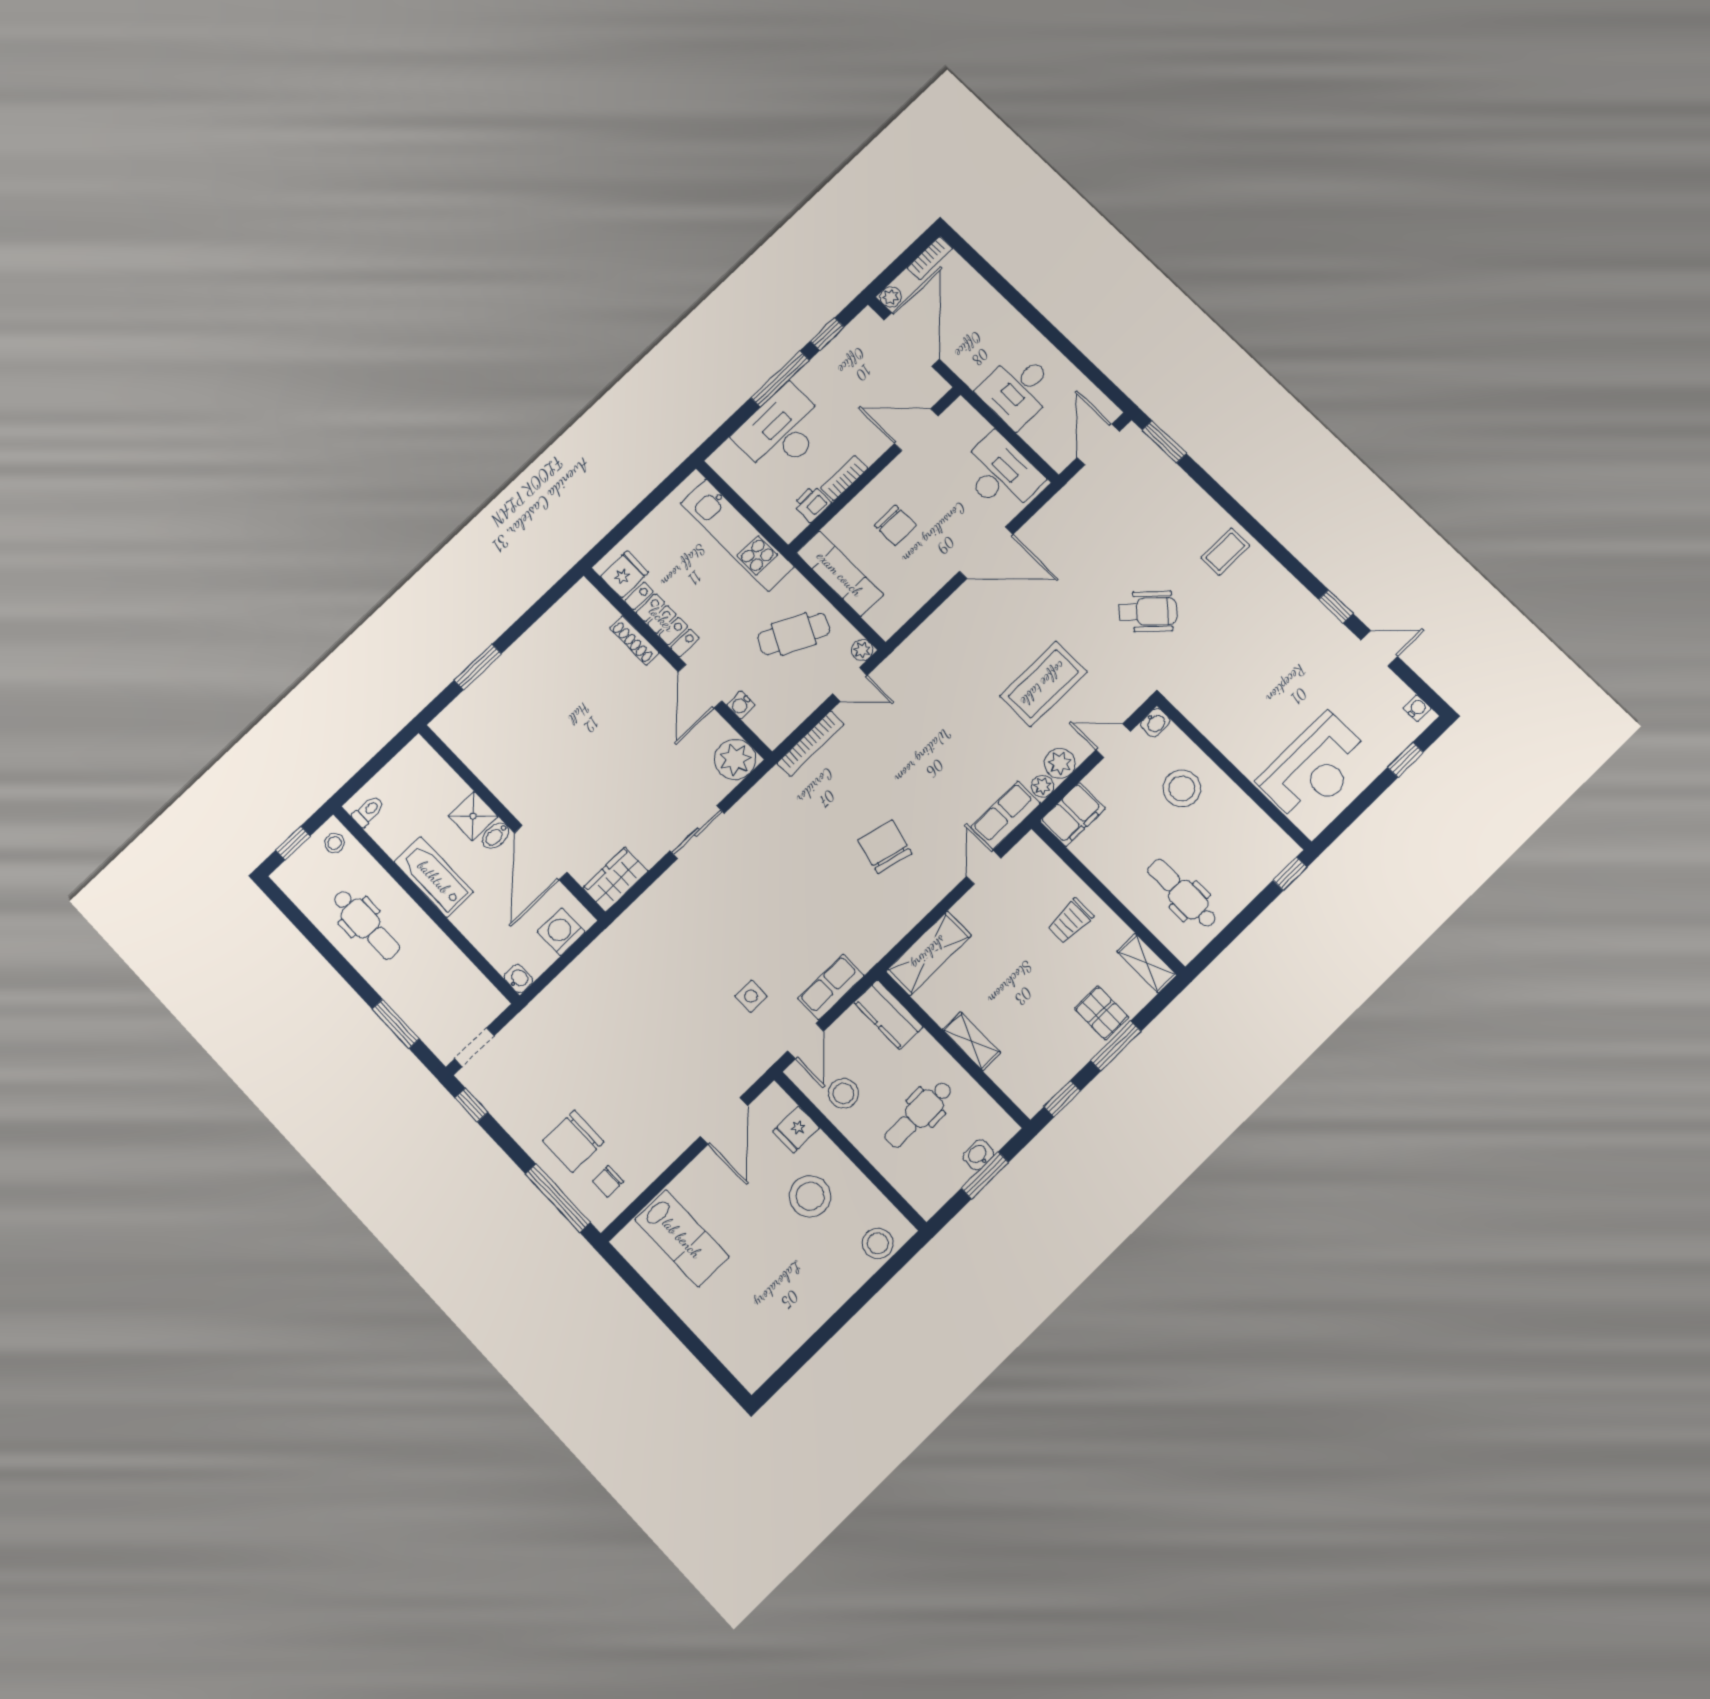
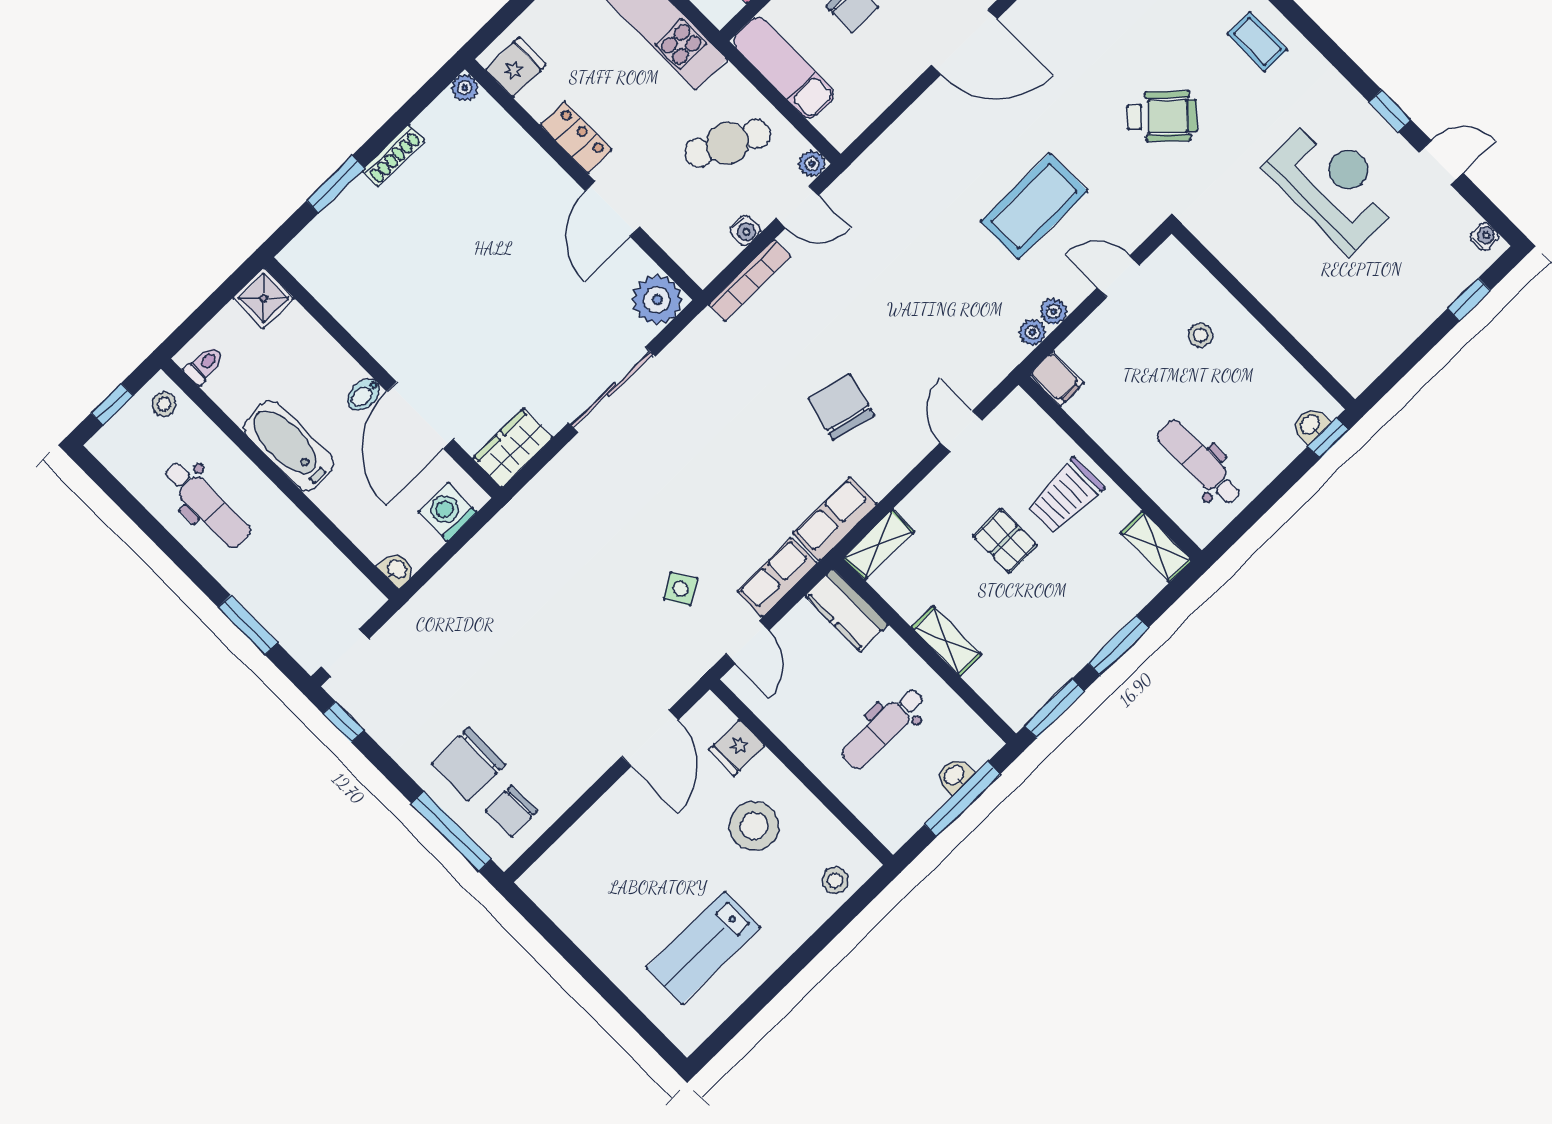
coffee table: (1225, 552) -> (1257, 42), turned 90
plant: (583, 590) -> (465, 88), added
locker: (662, 619) -> (576, 137), width x0.66
shoe rack: (634, 641) -> (393, 156), moved, turned -90
water cooler: (741, 705) -> (745, 230), moved, turned -90
washbasin: (1155, 723) -> (1311, 425), moved, turned 180
plant: (1060, 763) -> (1053, 311), width x0.73, depth x0.73
reception desk: (1315, 768) -> (1333, 184), moved, turned -90
stool: (1182, 788) -> (1201, 335), width x0.53, depth x0.53
row of seats: (1006, 815) -> (835, 519), moved
filing cabinet: (1072, 815) -> (1056, 379), width x0.50
shower: (473, 816) -> (264, 298), moved
sliding door: (697, 832) -> (612, 390), width x1.37
trolley: (1070, 921) -> (1065, 496), width x1.36, depth x1.39
shelving: (929, 953) -> (879, 545), width x0.67, depth x0.75
side table: (751, 996) -> (681, 589), turned -31
pallet: (1102, 1013) -> (1005, 541), moved
stool: (843, 1093) -> (793, 704), removed
window: (1062, 1099) -> (1054, 708), width x1.50
window: (985, 1175) -> (962, 799), width x1.44
chair: (608, 1181) -> (511, 811), width x1.37, depth x1.37
lab bench: (682, 1238) -> (703, 948), moved, turned 90
stool: (878, 1243) -> (835, 880), width x0.73, depth x0.73

